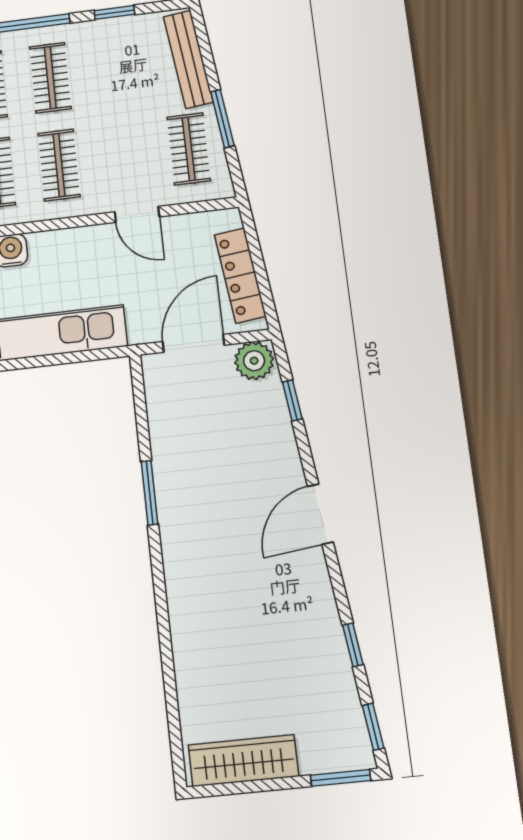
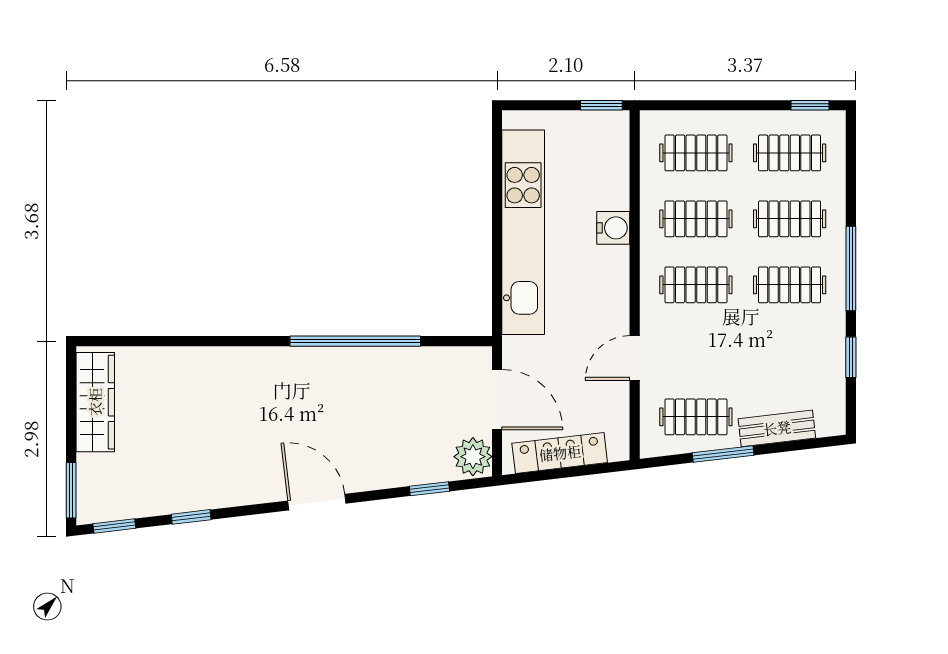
bench: (188, 59) -> (777, 428), width x0.73
window: (150, 493) -> (355, 341), width x2.11

